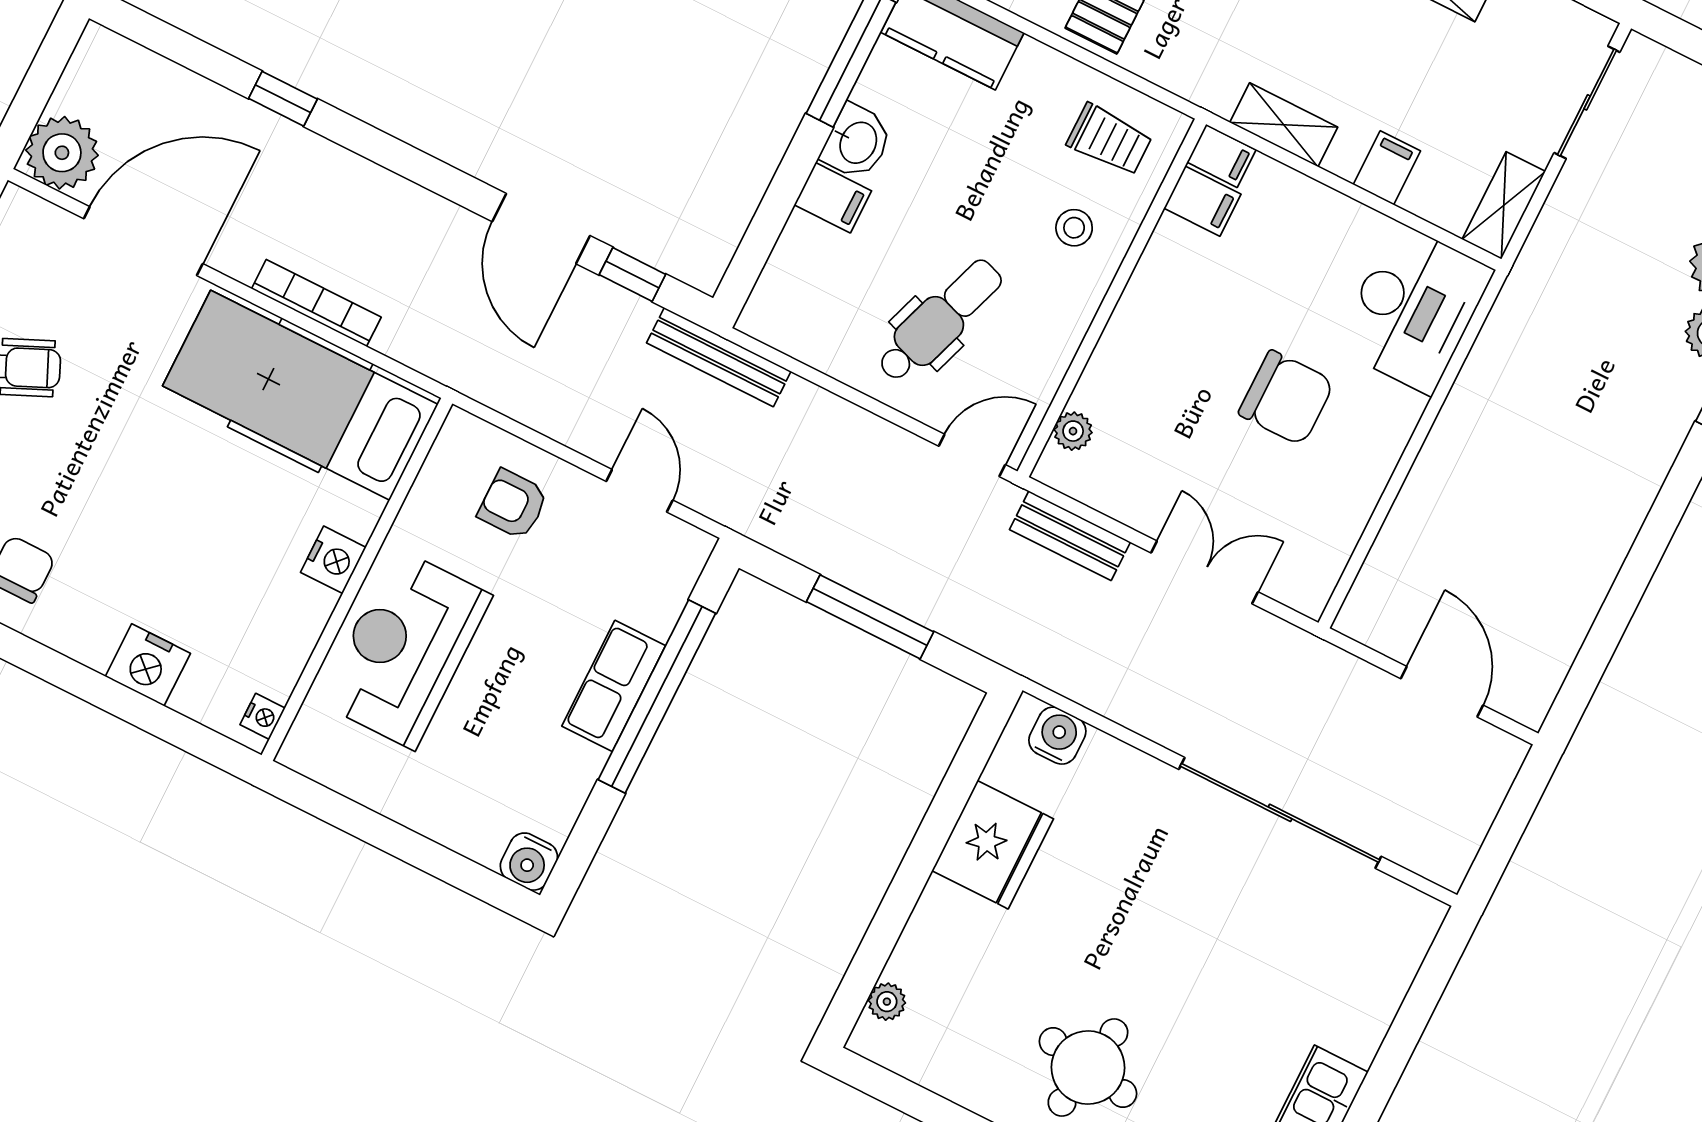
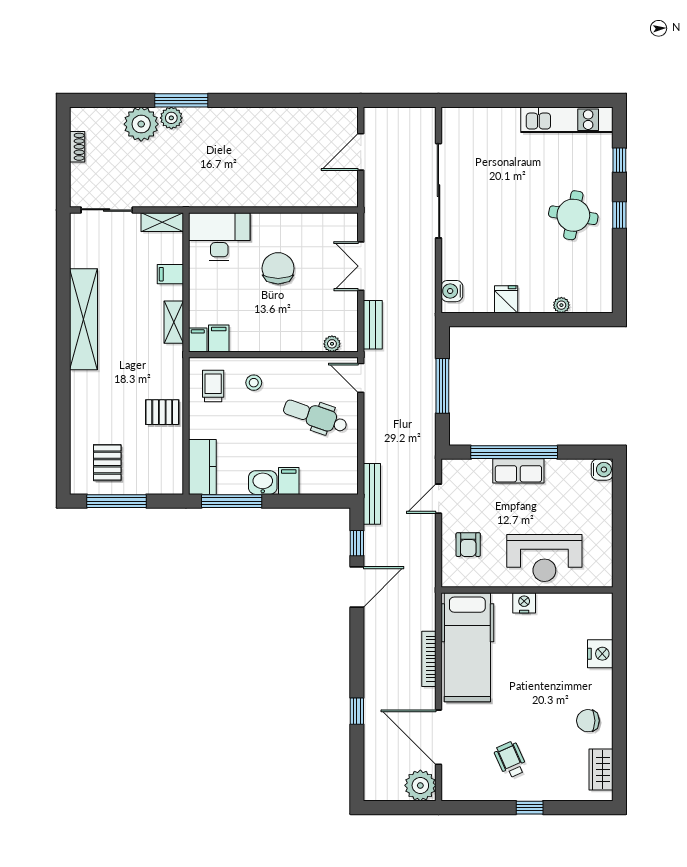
nightstand: (263, 716) -> (598, 600), removed
fridge: (993, 845) -> (506, 299), width x0.53, depth x0.75
plant: (887, 1002) -> (561, 305), moved

